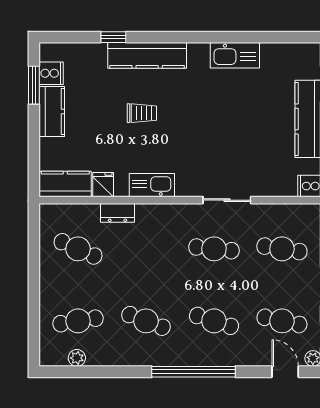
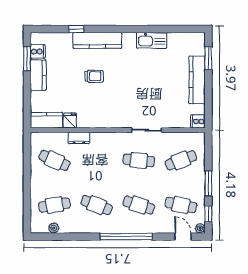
kitchen sink: (152, 185) -> (100, 121), removed
cafe table: (282, 249) -> (181, 160), turned -30

